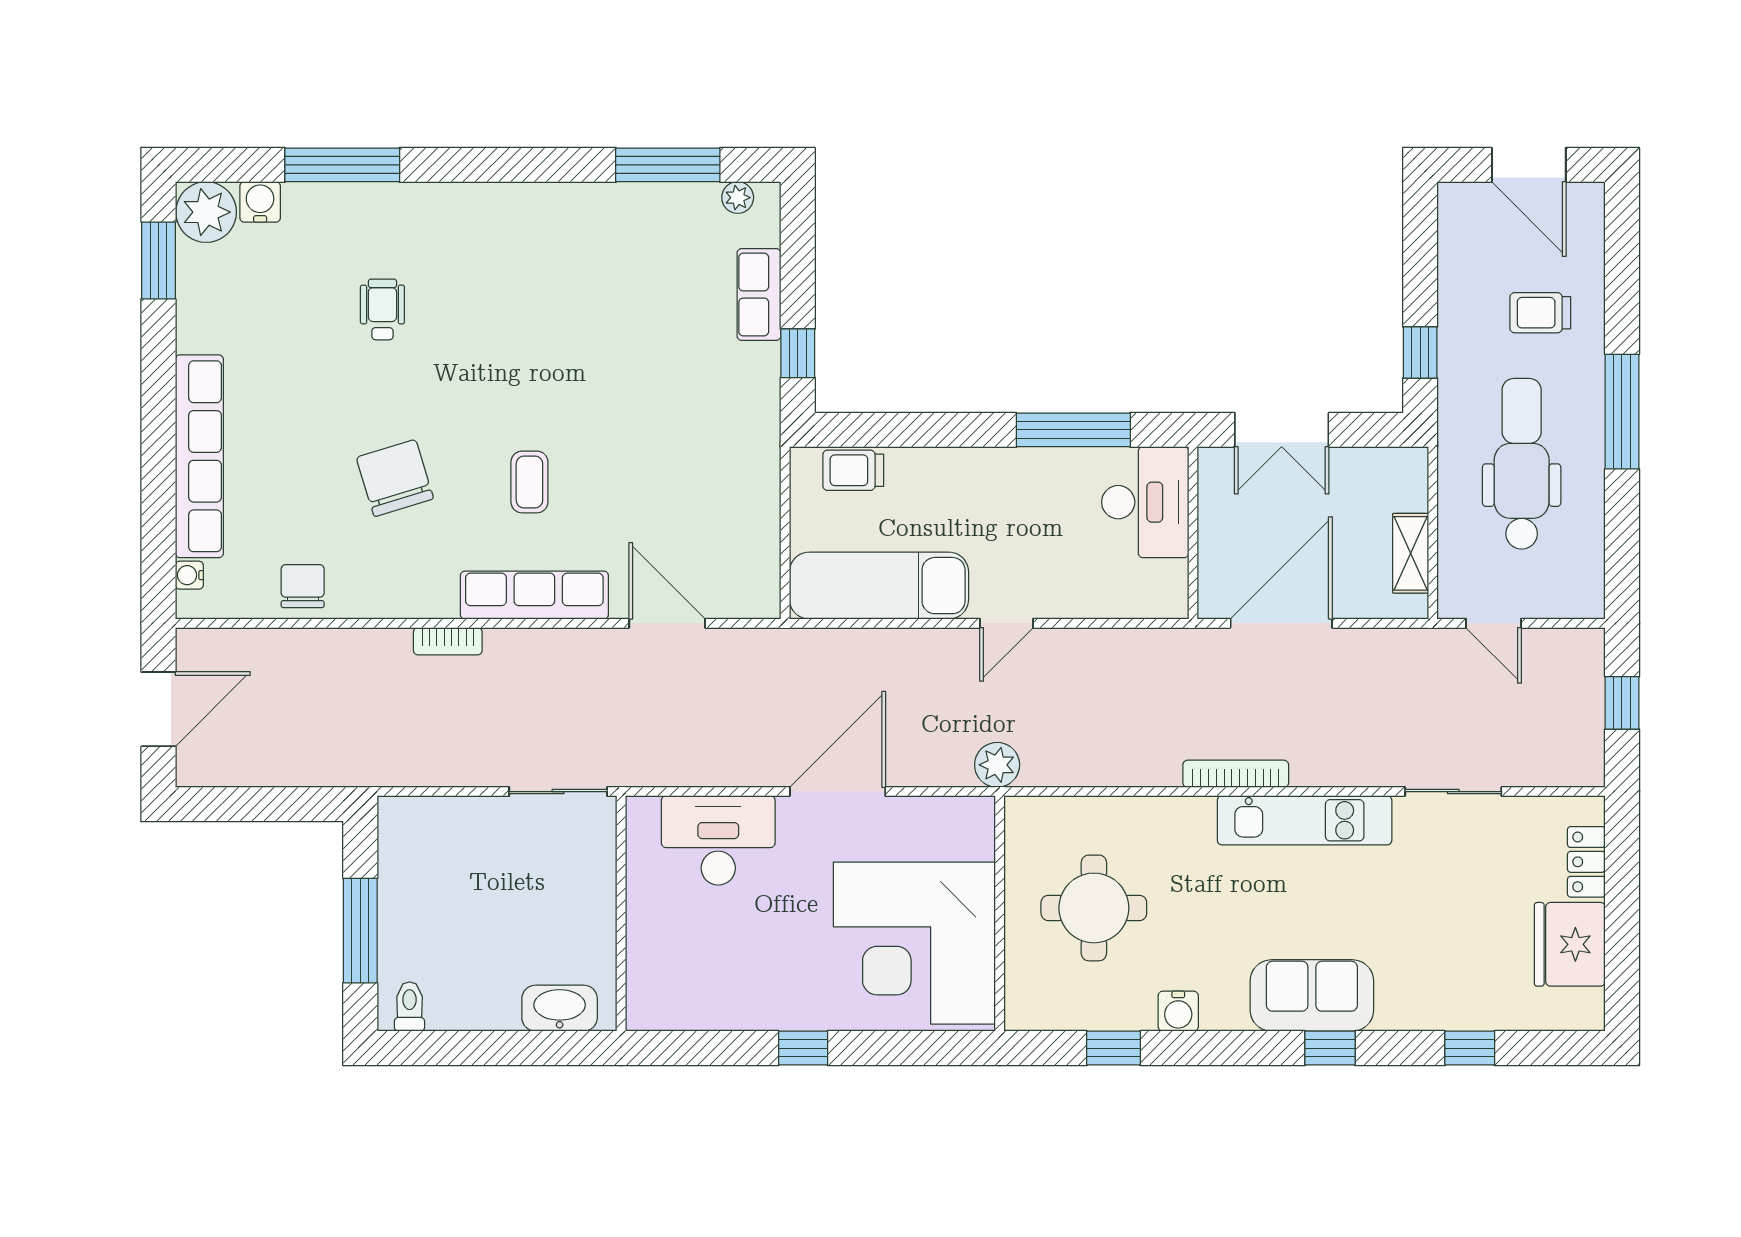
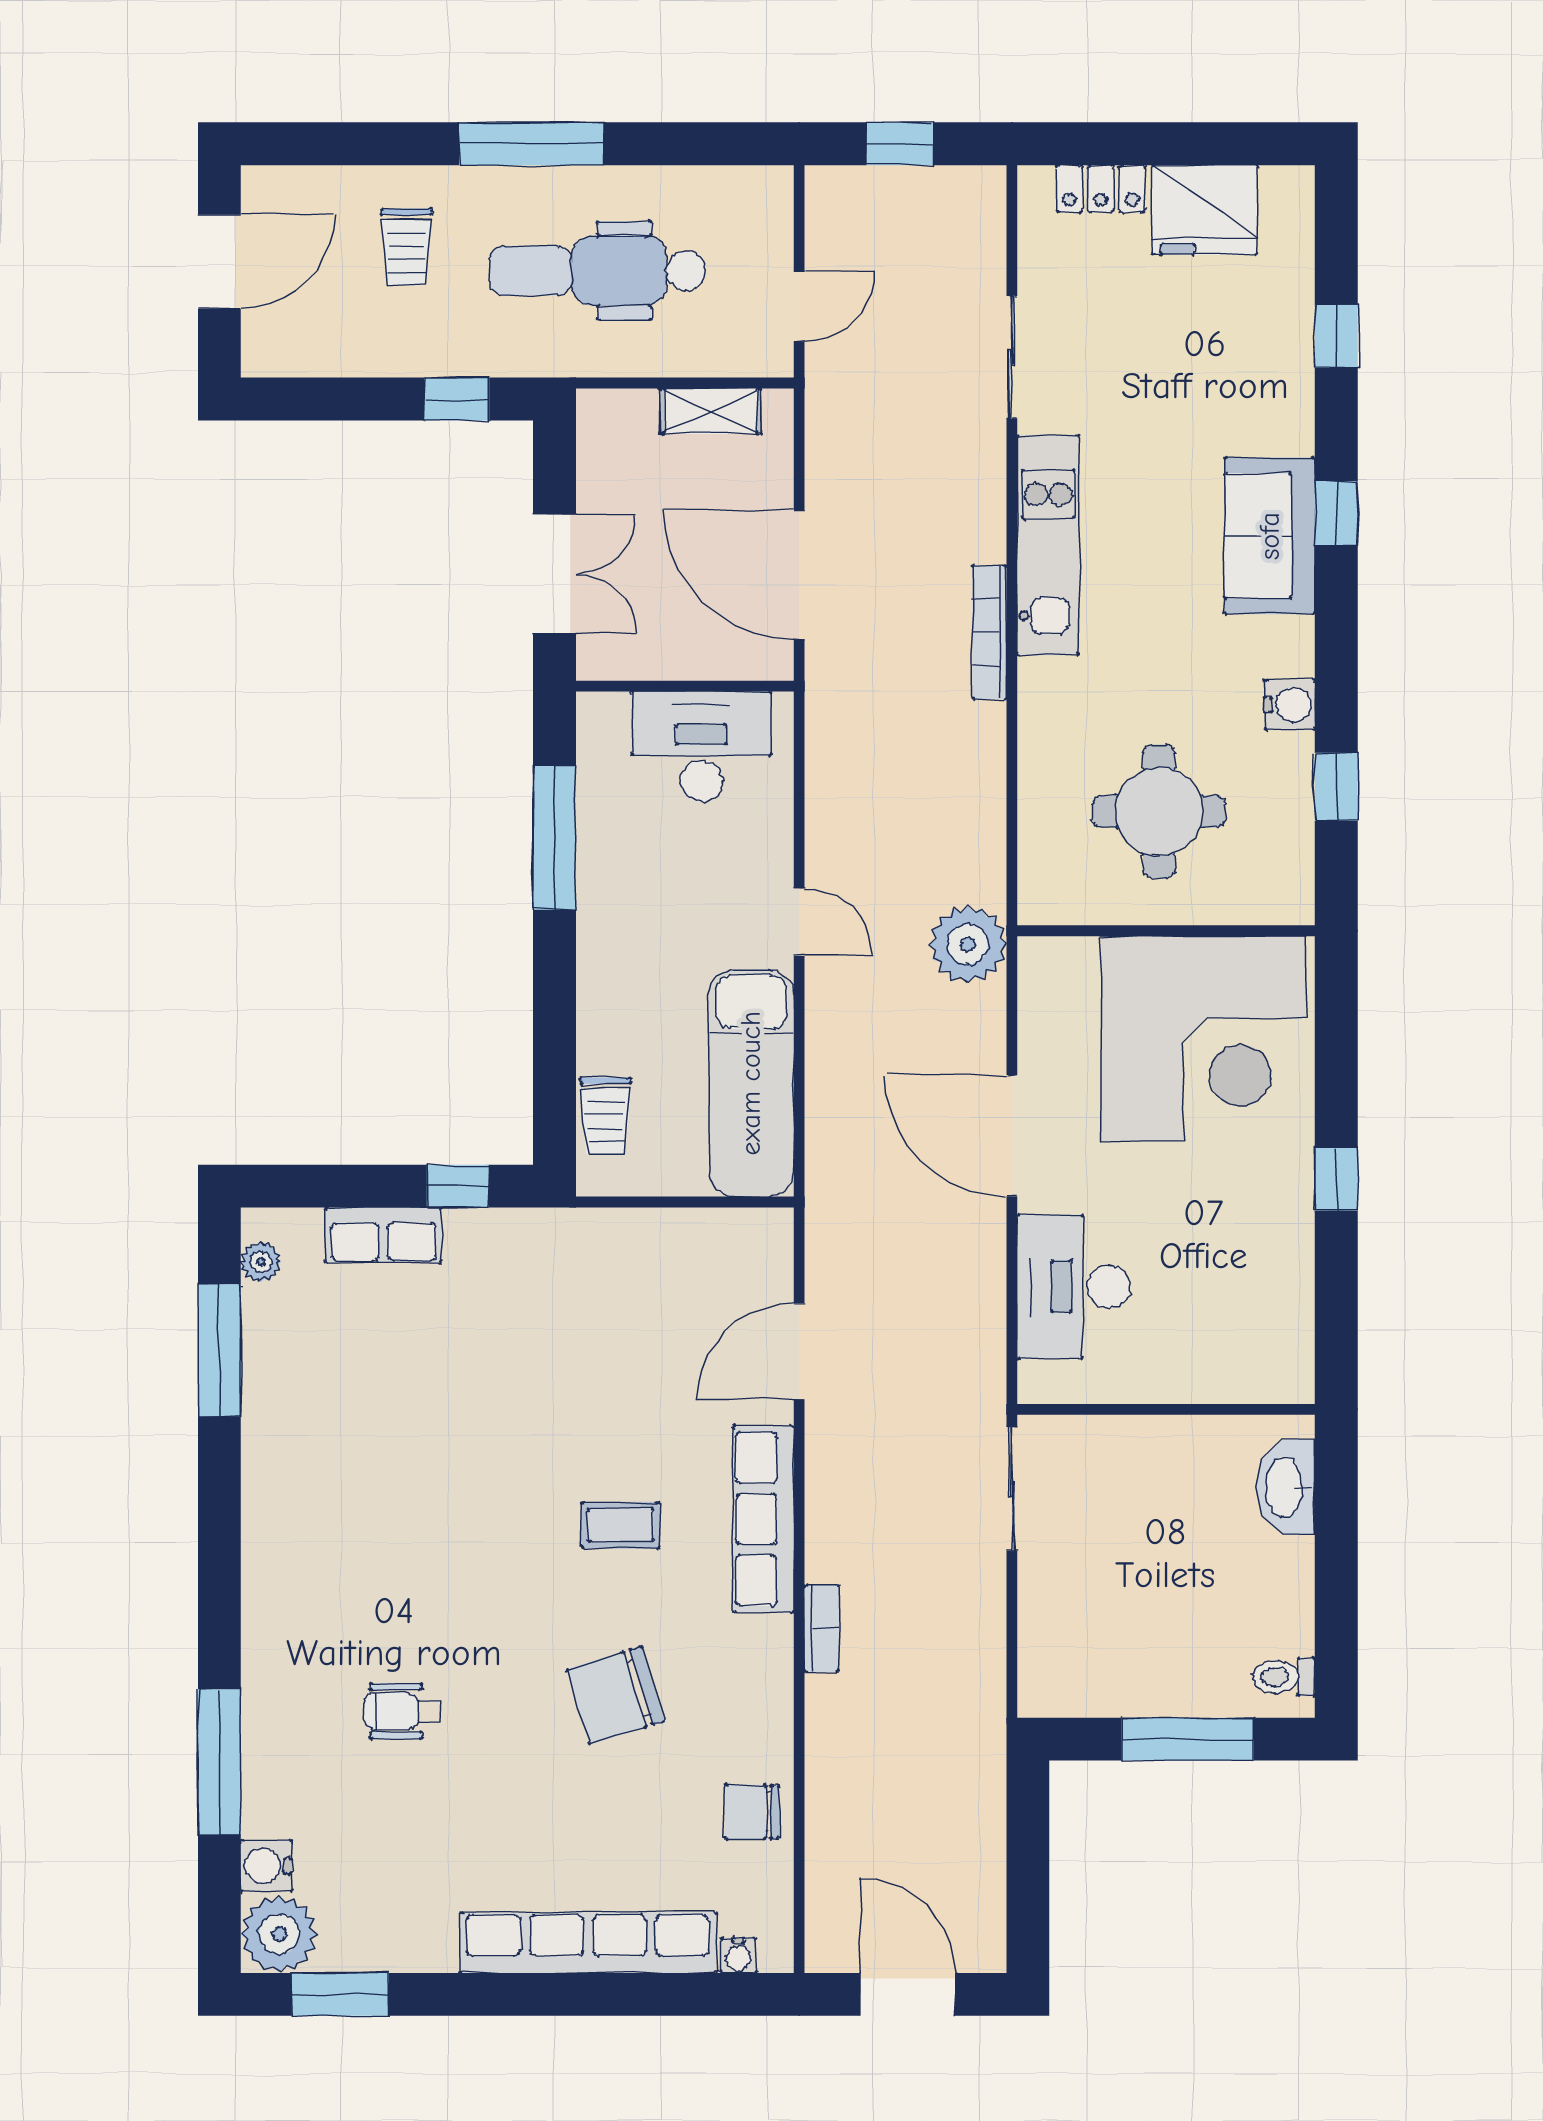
desk: (1145, 502) -> (701, 747), moved
plant: (997, 765) -> (968, 944), width x1.36, depth x1.36

